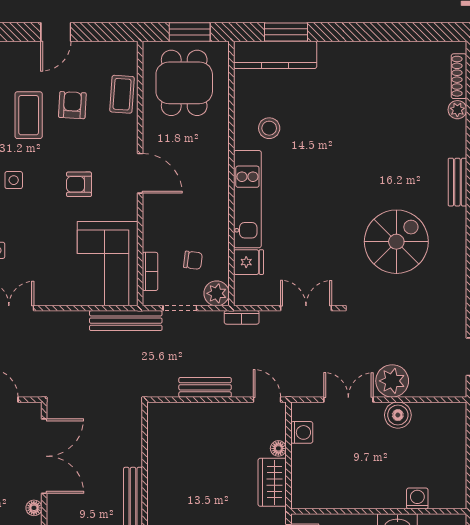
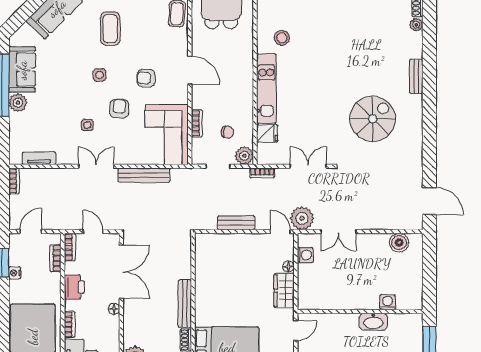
armchair: (72, 105) -> (119, 109), moved
bookcase: (150, 271) -> (197, 123), moved
bench: (126, 321) -> (144, 175), moved
plant: (392, 381) -> (302, 218), moved
double door: (348, 400) -> (338, 232), swing flipped
boiler: (398, 415) -> (399, 243), moved

